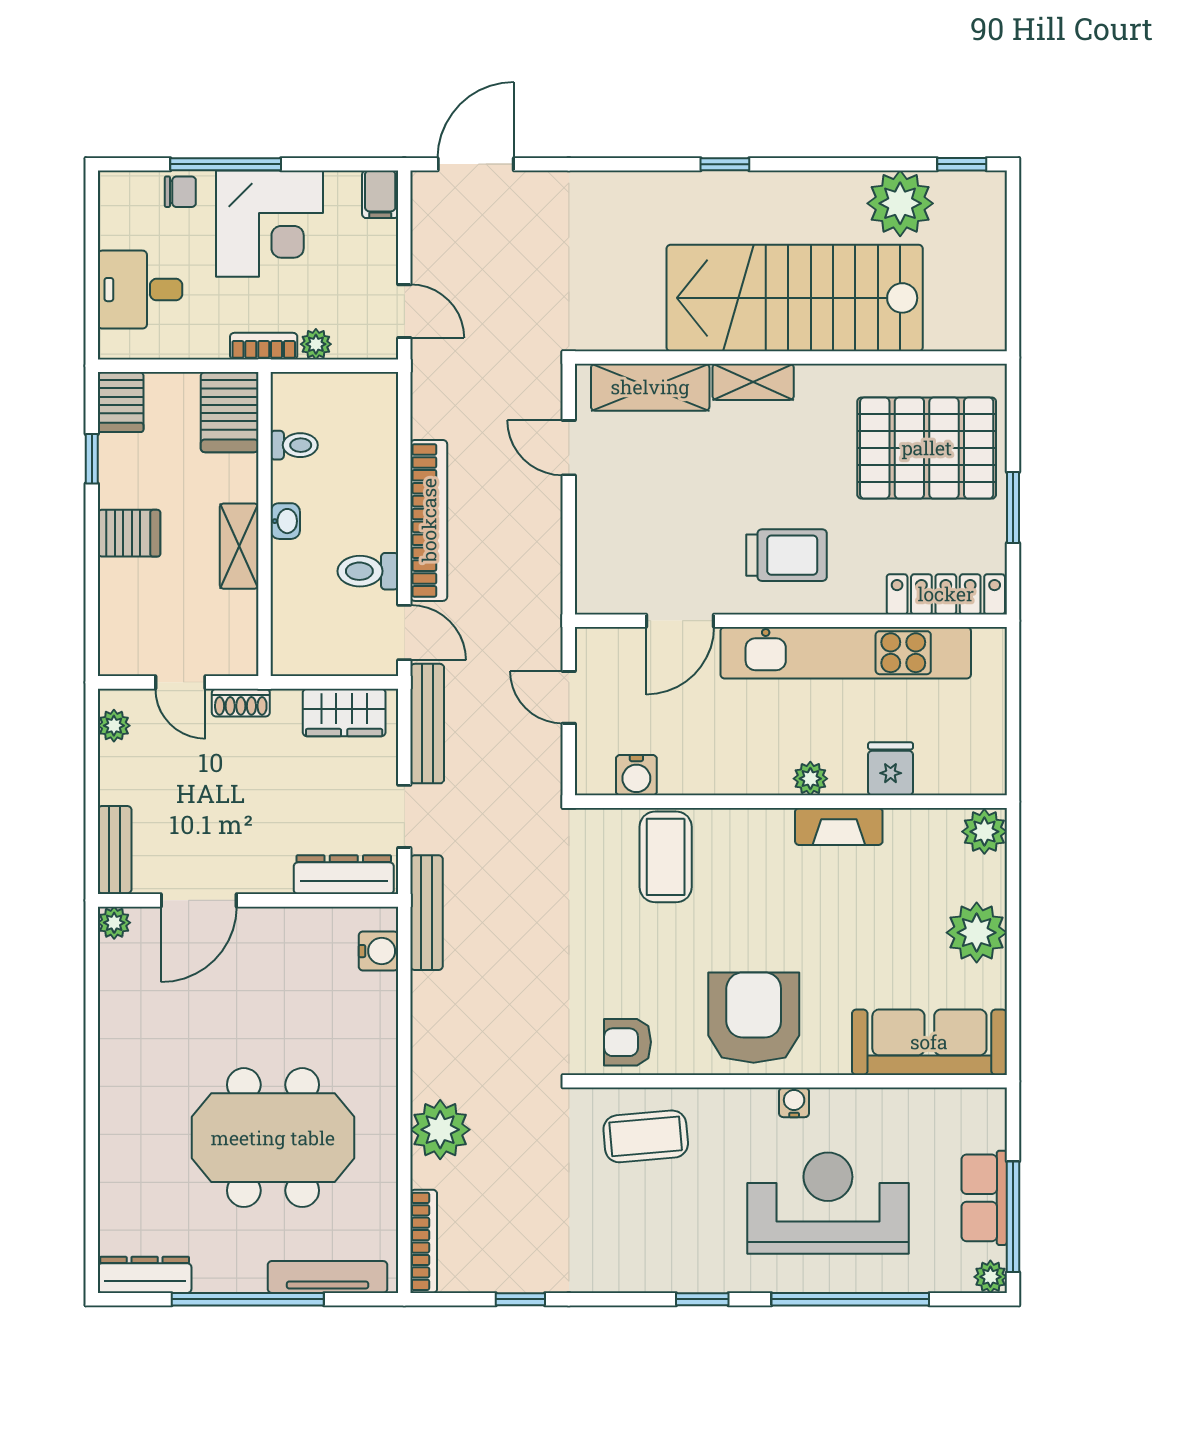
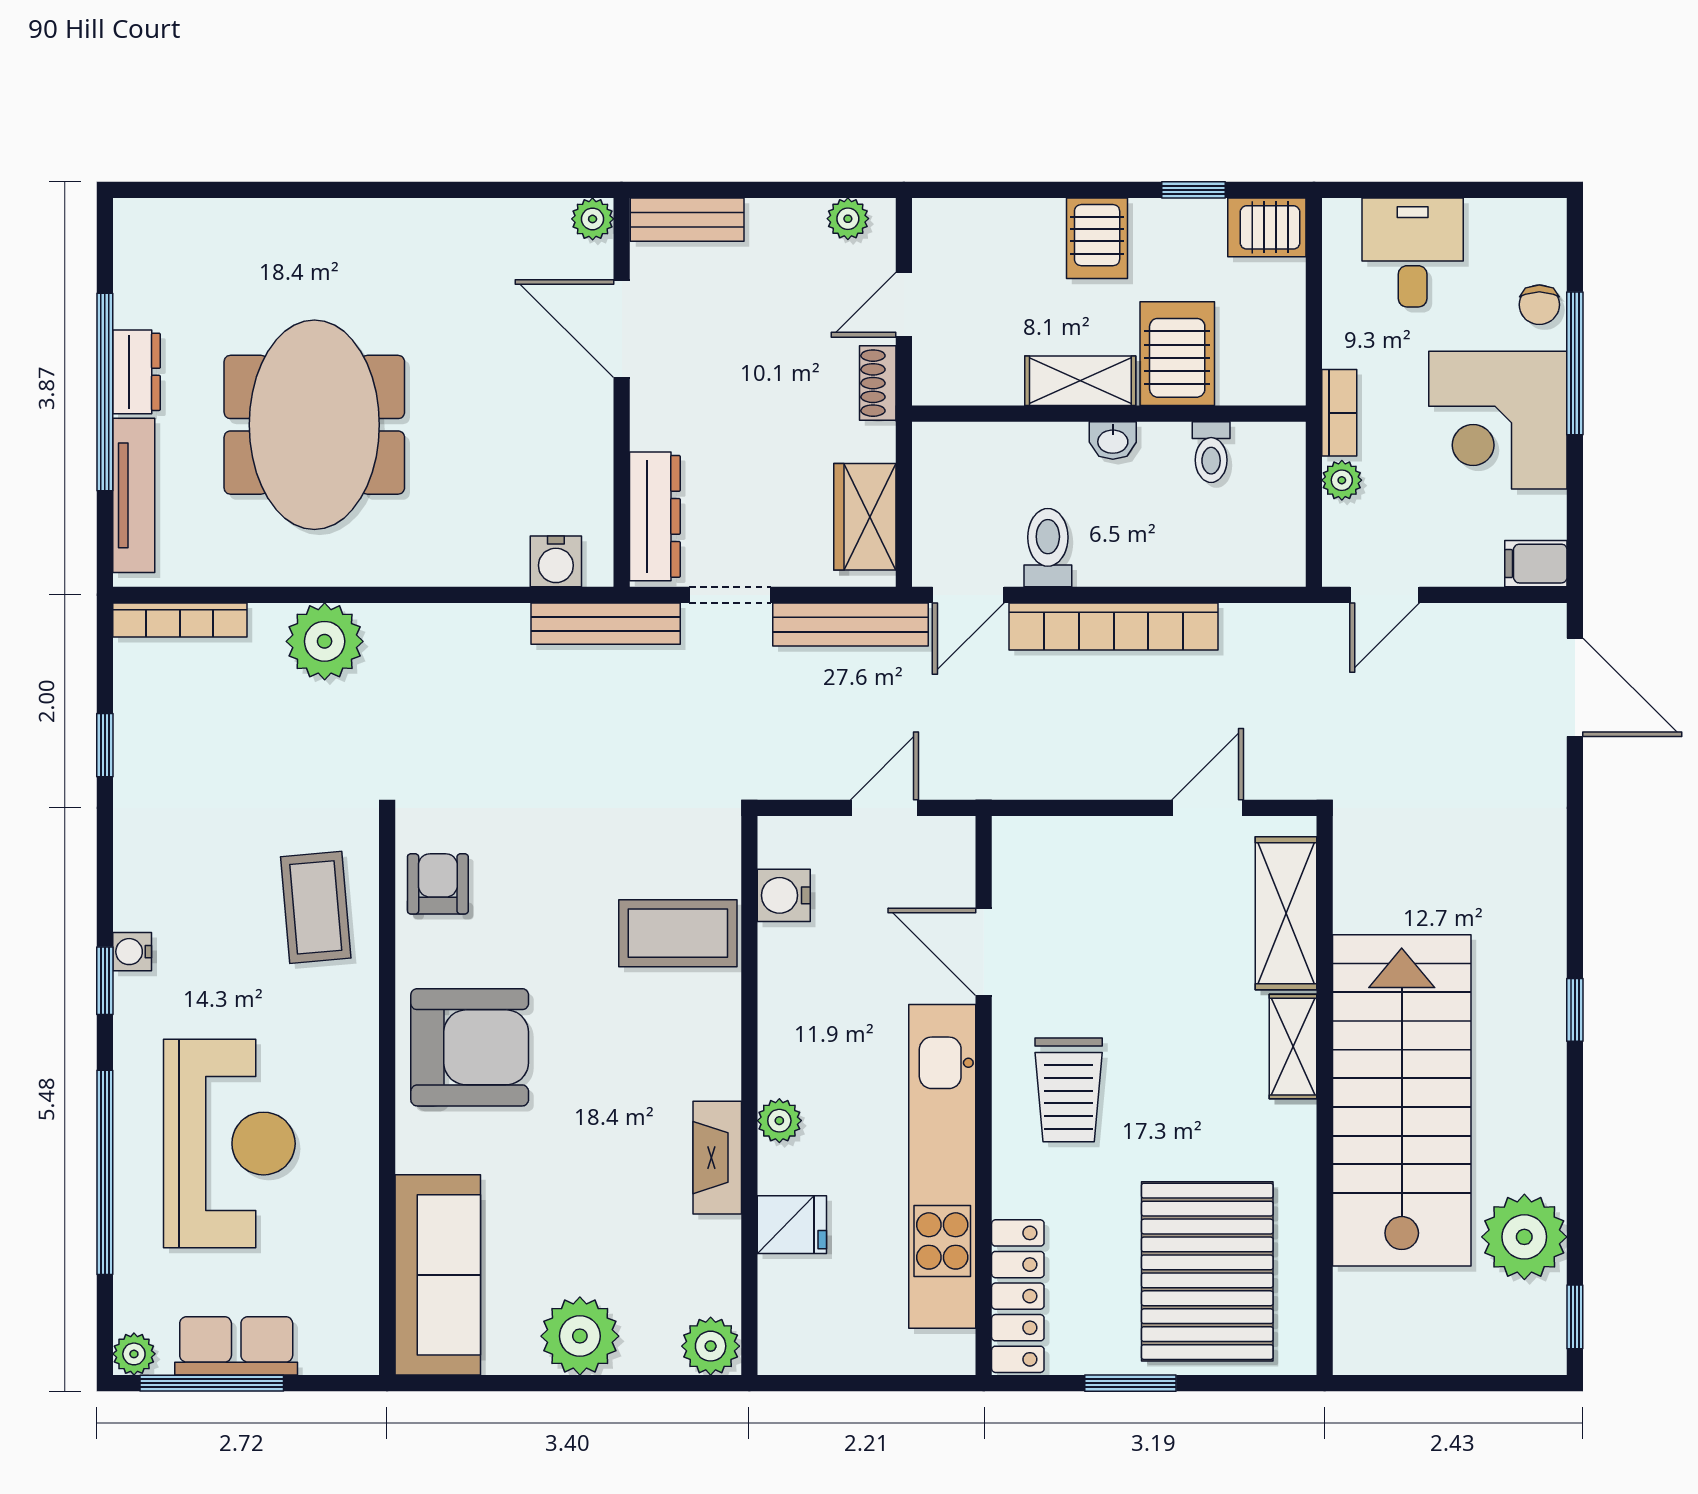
server rack: (230, 412) -> (1177, 354), moved, turned 90
water cooler: (794, 1102) -> (132, 952), moved, turned 180
dresser: (145, 1275) -> (137, 372), moved, width x0.70

